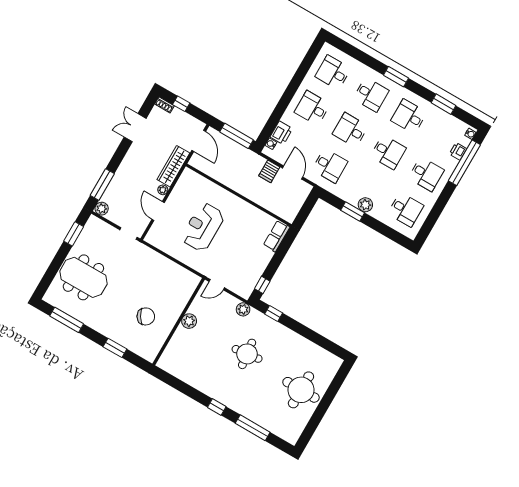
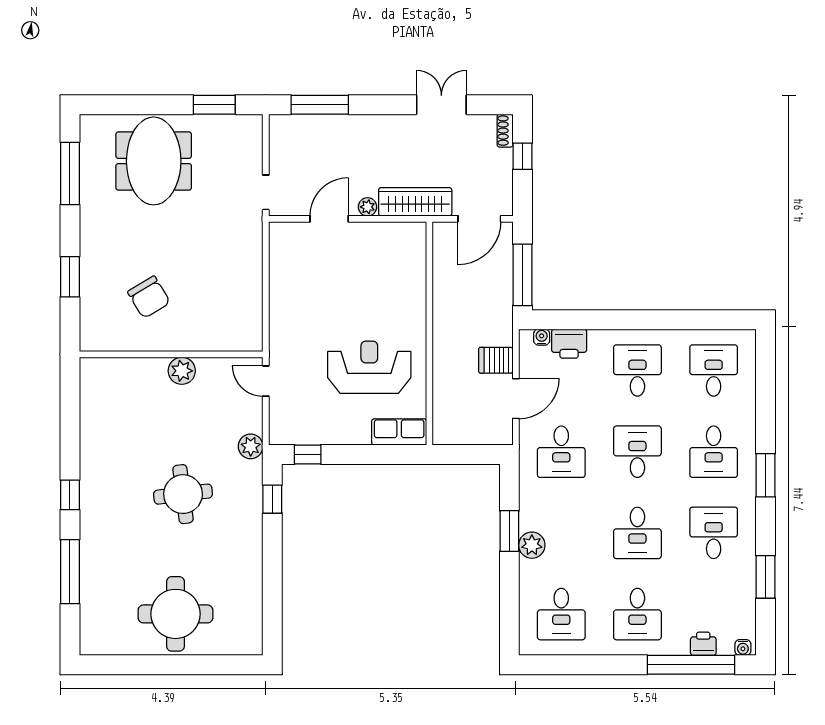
plant: (102, 209) -> (281, 126), removed
reception desk: (203, 227) -> (369, 367), moved

